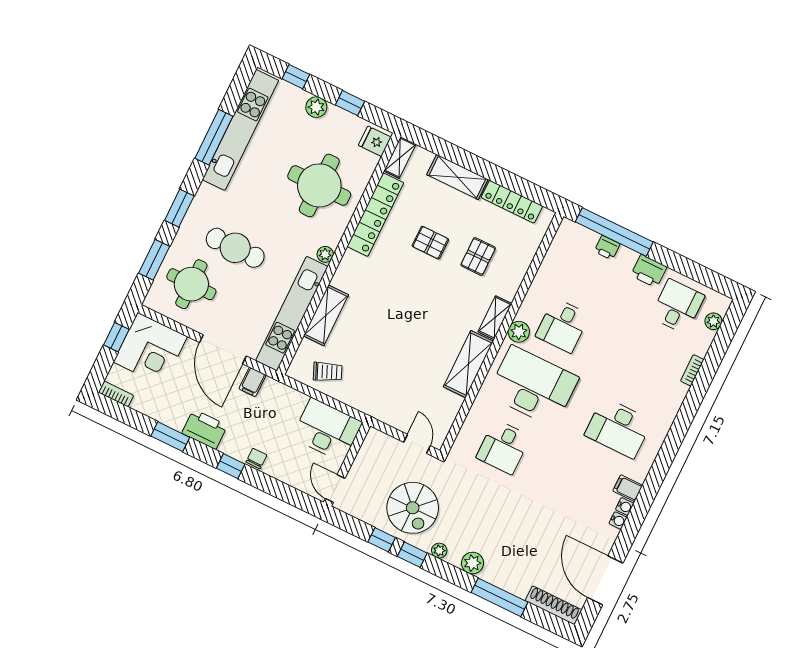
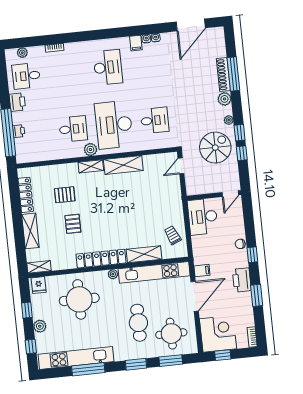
locker: (375, 215) -> (101, 259), moved
shoe rack: (554, 605) -> (223, 75), moved

